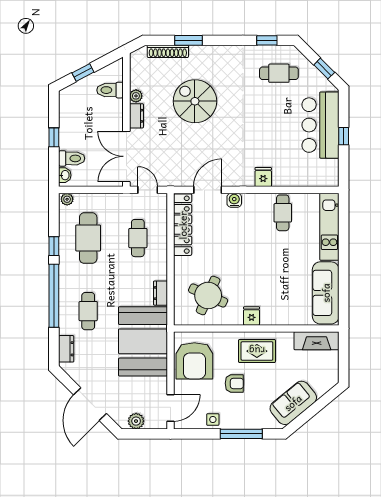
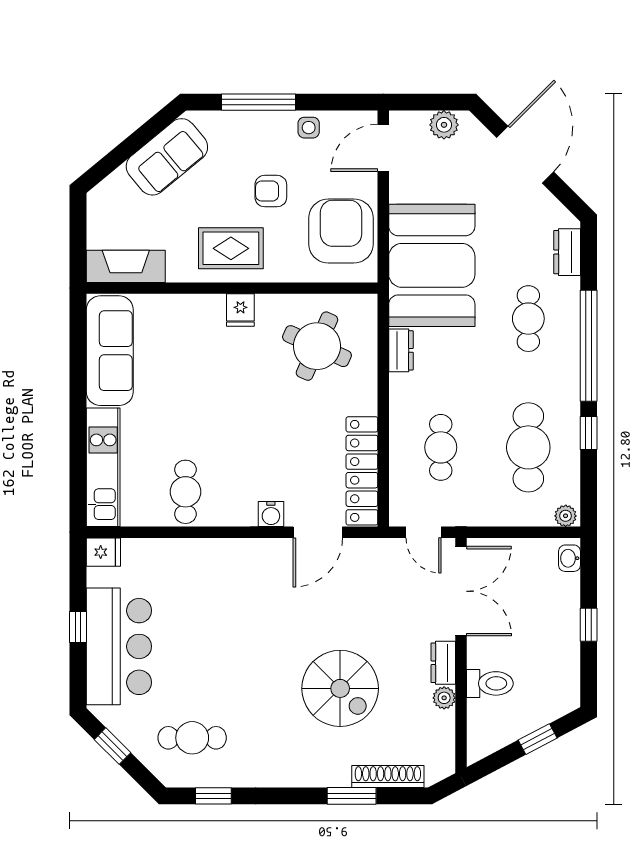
toilet: (110, 90) -> (490, 683), moved
toilet: (72, 158) -> (557, 588), removed
fridge: (263, 177) -> (103, 552), moved, turned -90

